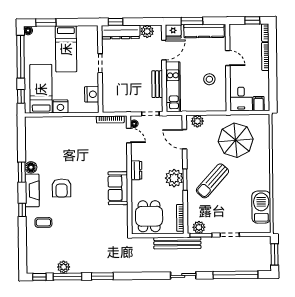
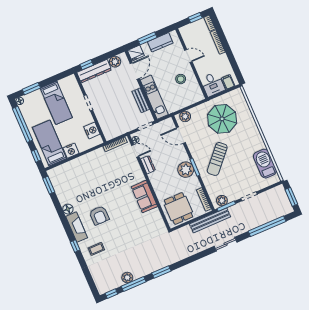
kitchen counter: (204, 31) -> (160, 42), width x0.67
dresser: (136, 170) -> (148, 165), moved
window: (22, 172) -> (49, 185), moved

